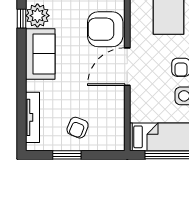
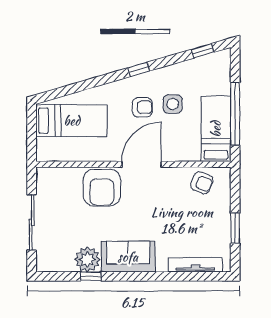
door: (127, 67) -> (142, 164), swing flipped
armchair: (78, 128) -> (202, 183), moved

